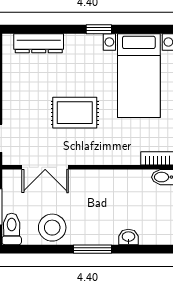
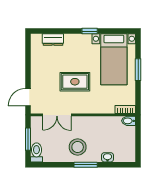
dresser: (39, 43) -> (53, 40), width x0.70
stool: (52, 228) -> (78, 147), moved

